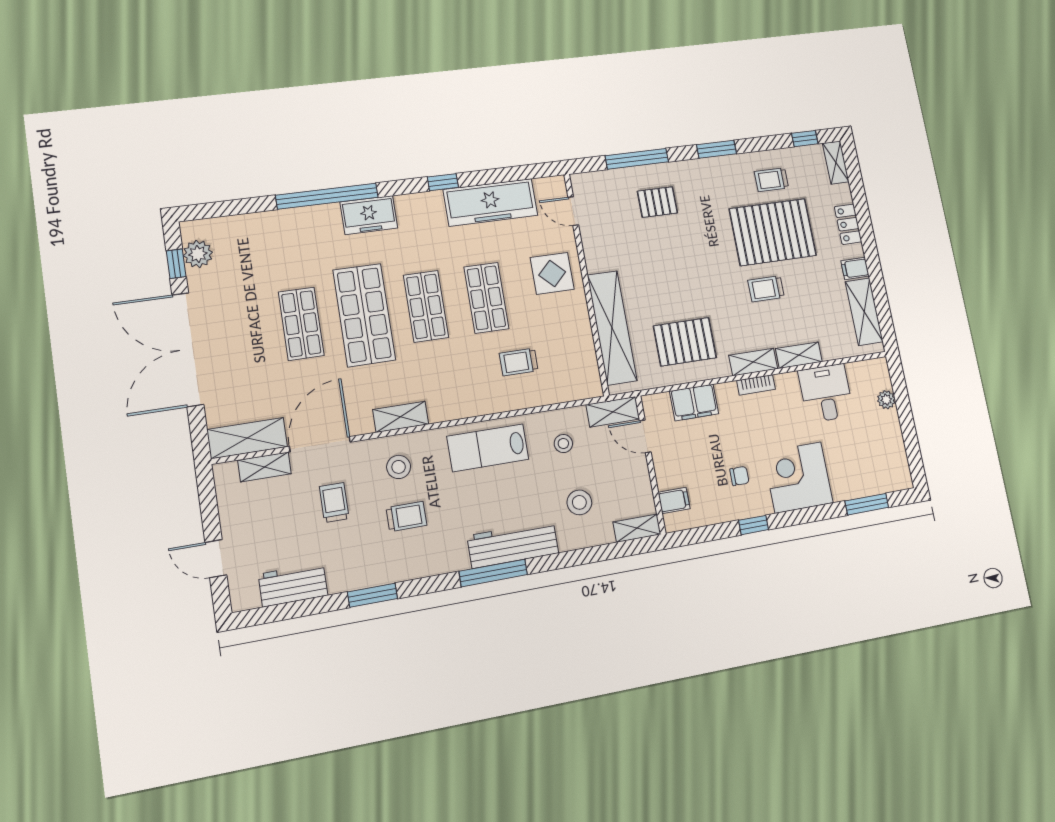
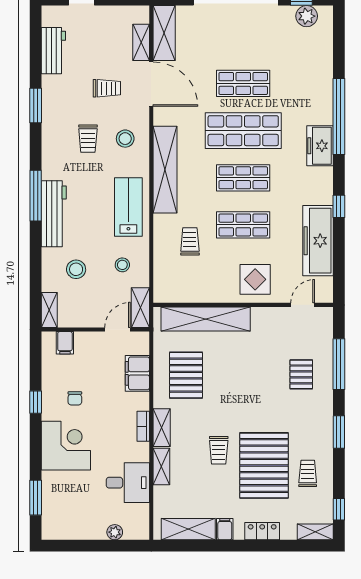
trolley: (766, 289) -> (219, 450), turned 180
shelving: (401, 417) -> (165, 170), width x2.20, depth x1.33

